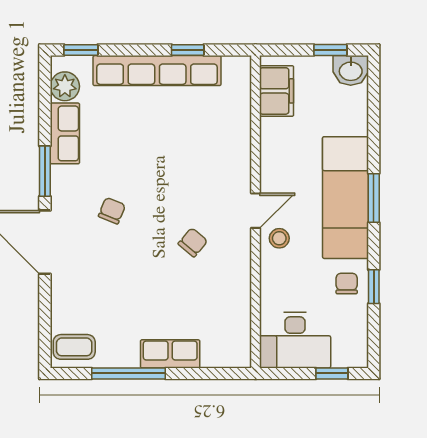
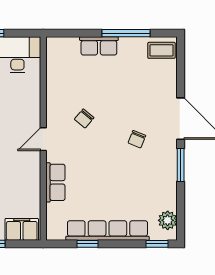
filing cabinet: (277, 91) -> (22, 229), moved, turned 90
row of seats: (65, 133) -> (55, 182), moved, turned 180
stool: (279, 238) -> (28, 121), removed

